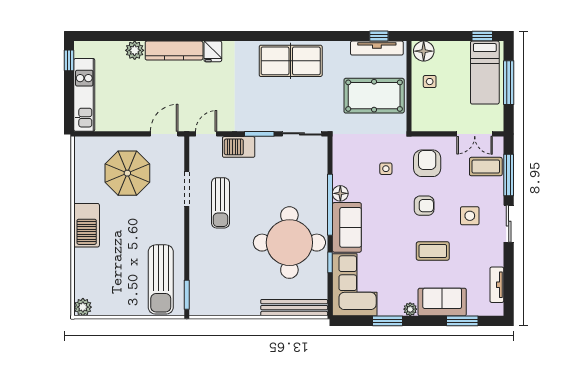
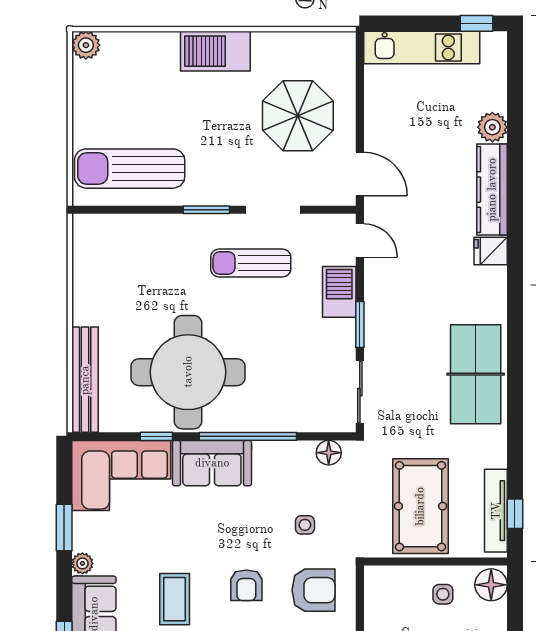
floor lamp: (340, 193) -> (329, 453), moved
window: (187, 295) -> (206, 210), moved

